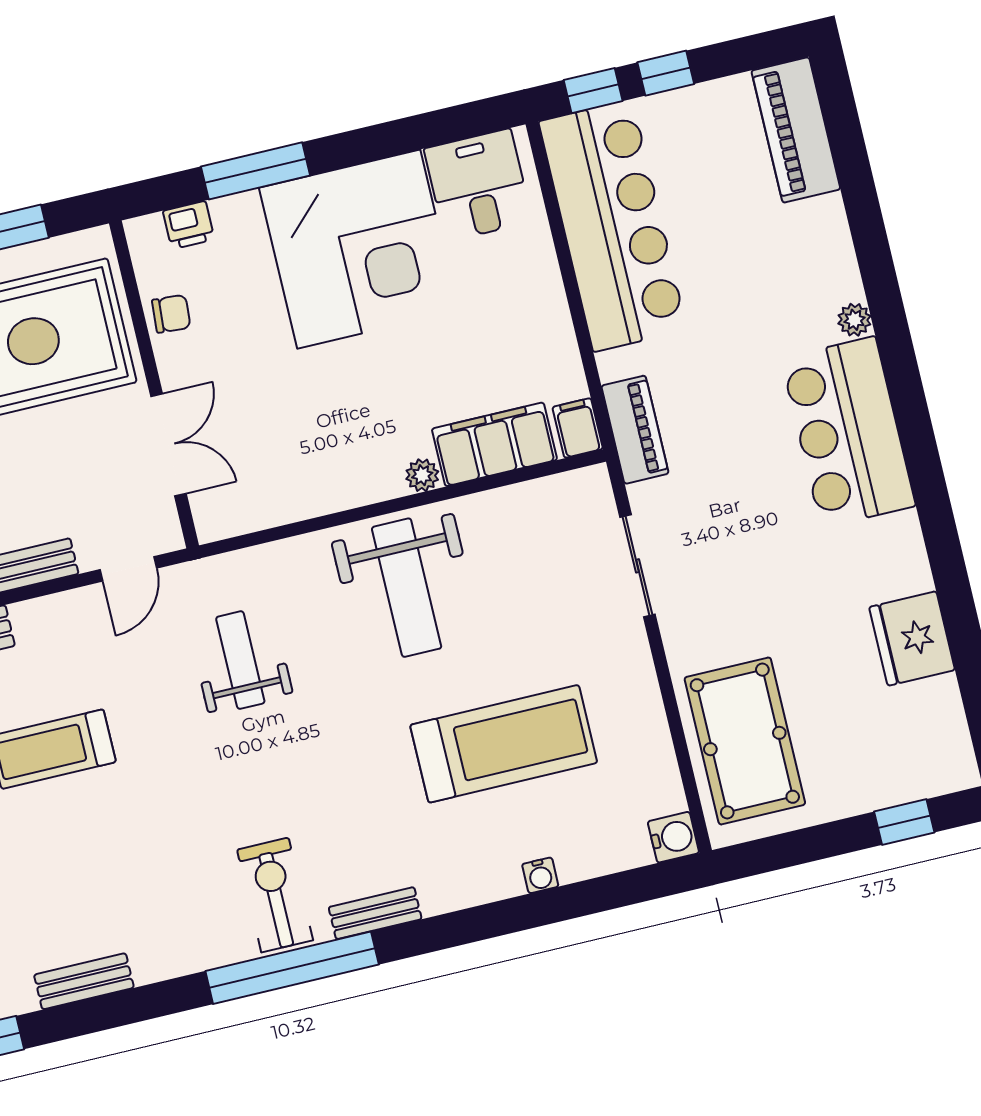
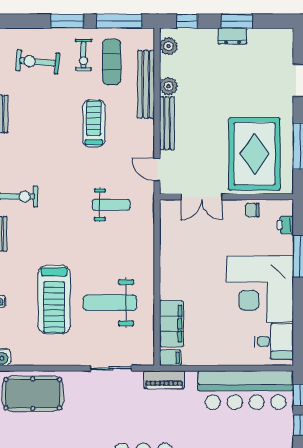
chair: (171, 314) -> (252, 210), turned 86
plant: (422, 475) -> (166, 293), removed
weight bench: (407, 588) -> (110, 303), moved

